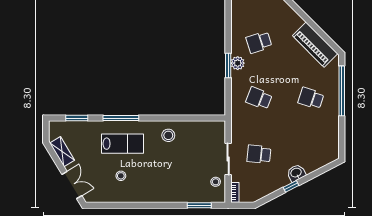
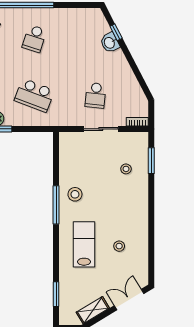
school desk: (259, 98) -> (34, 95), width x1.85
window: (121, 118) -> (56, 205), moved
washbasin: (296, 173) -> (110, 43), moved
stool: (216, 182) -> (126, 169), moved
window: (291, 186) -> (116, 32), moved

